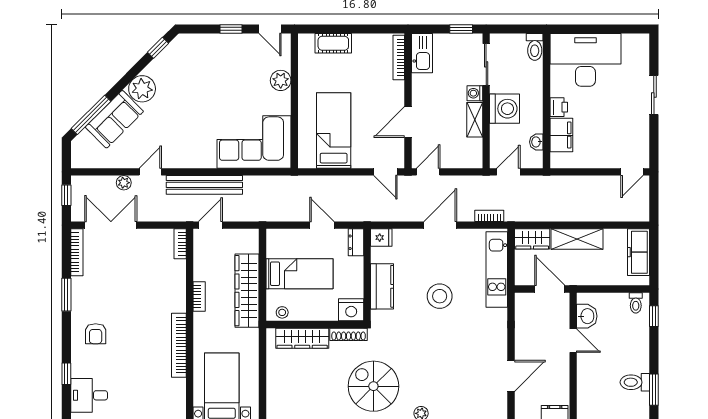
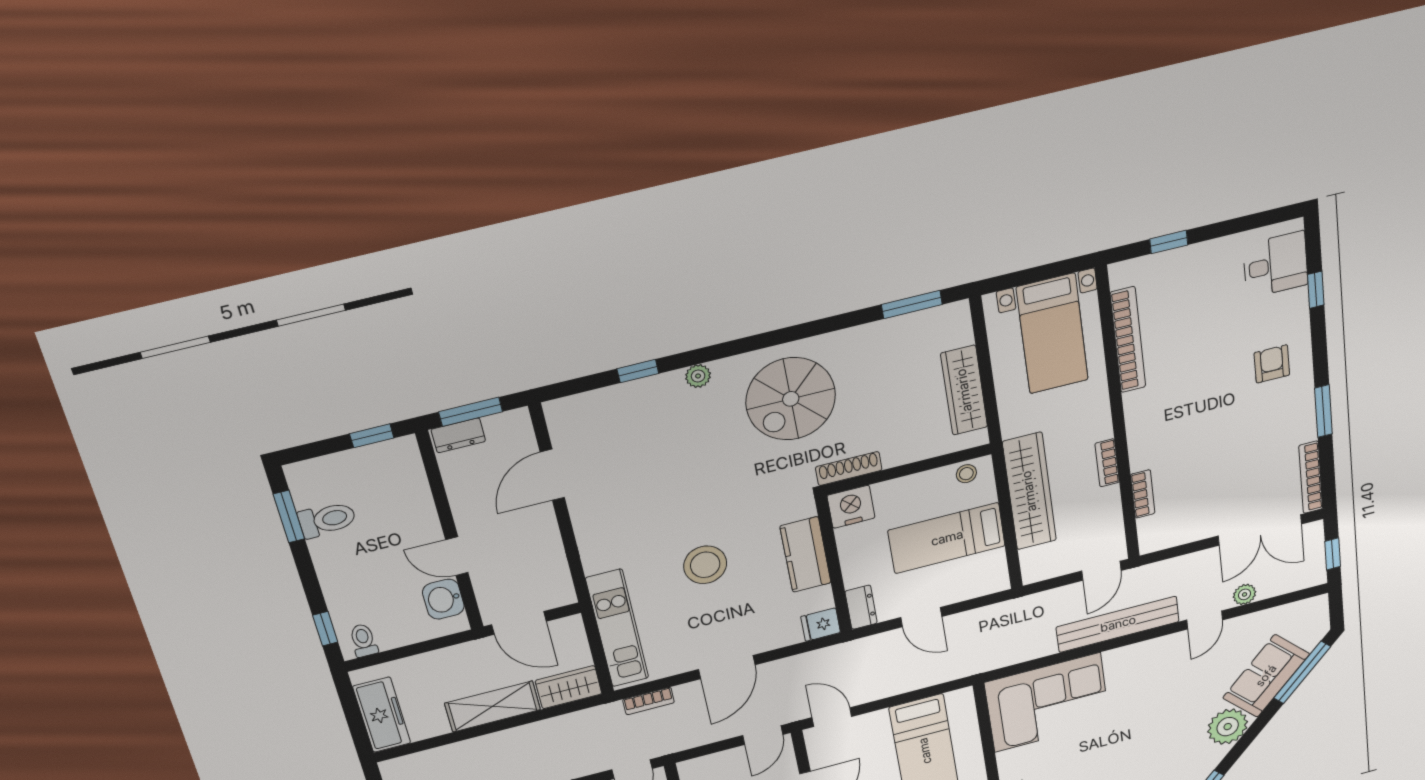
bookcase: (180, 244) -> (1143, 494), moved
wardrobe: (302, 338) -> (964, 390), moved, turned -90
bookcase: (179, 345) -> (1128, 340), moved
spiral stairs: (373, 386) -> (791, 399), turned 90

